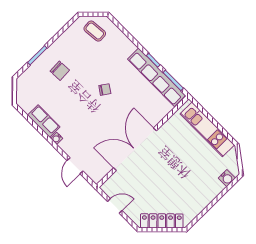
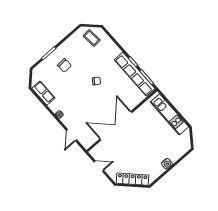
row of seats: (44, 121) -> (43, 93), moved
water cooler: (227, 178) -> (167, 164), moved

